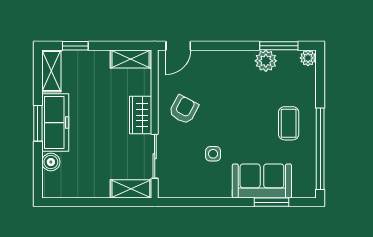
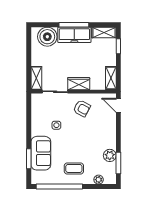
plant: (308, 58) -> (99, 180), moved
window: (38, 123) -> (74, 25), width x1.44
boiler: (51, 162) -> (47, 37), width x1.86, depth x1.86

